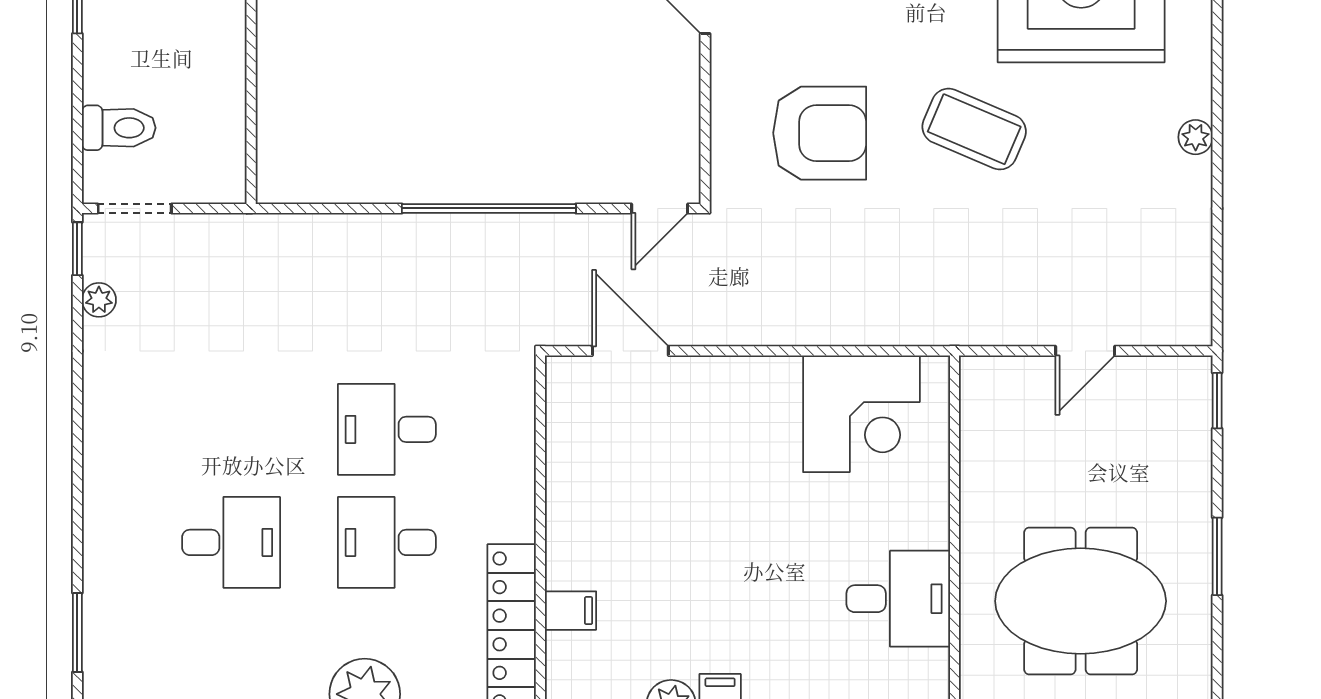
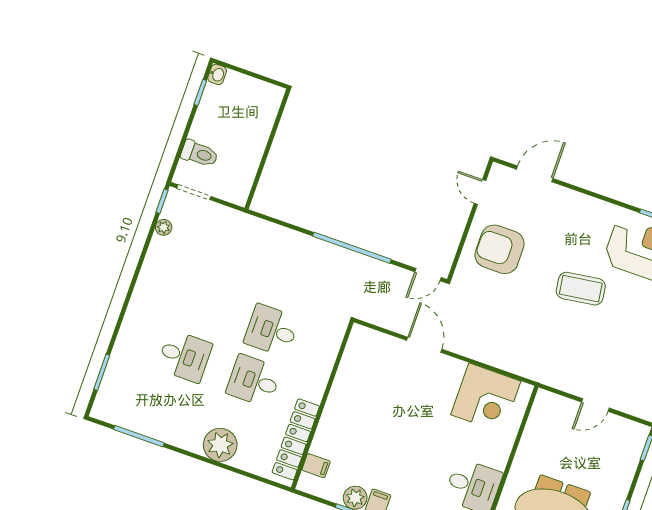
coffee table: (974, 129) -> (581, 289), turned -31
armchair: (820, 133) -> (500, 249), moved, turned 180
door: (630, 351) -> (424, 345), moved
filing cabinet: (571, 611) -> (316, 466), moved

